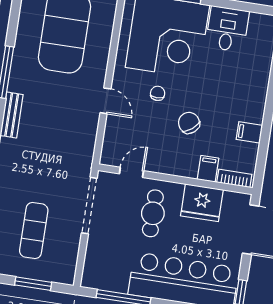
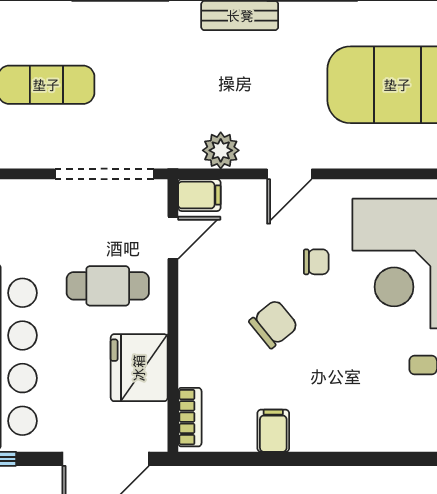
plant: (86, 138) -> (221, 150), added
filing cabinet: (208, 169) -> (199, 195), moved
door: (131, 172) -> (173, 238), hinge flipped

